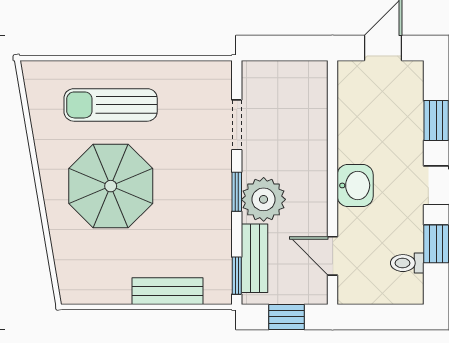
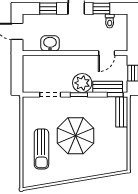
washbasin: (355, 185) -> (50, 43), moved
parasol: (111, 186) -> (76, 136), moved
bench: (167, 291) -> (122, 112), moved

